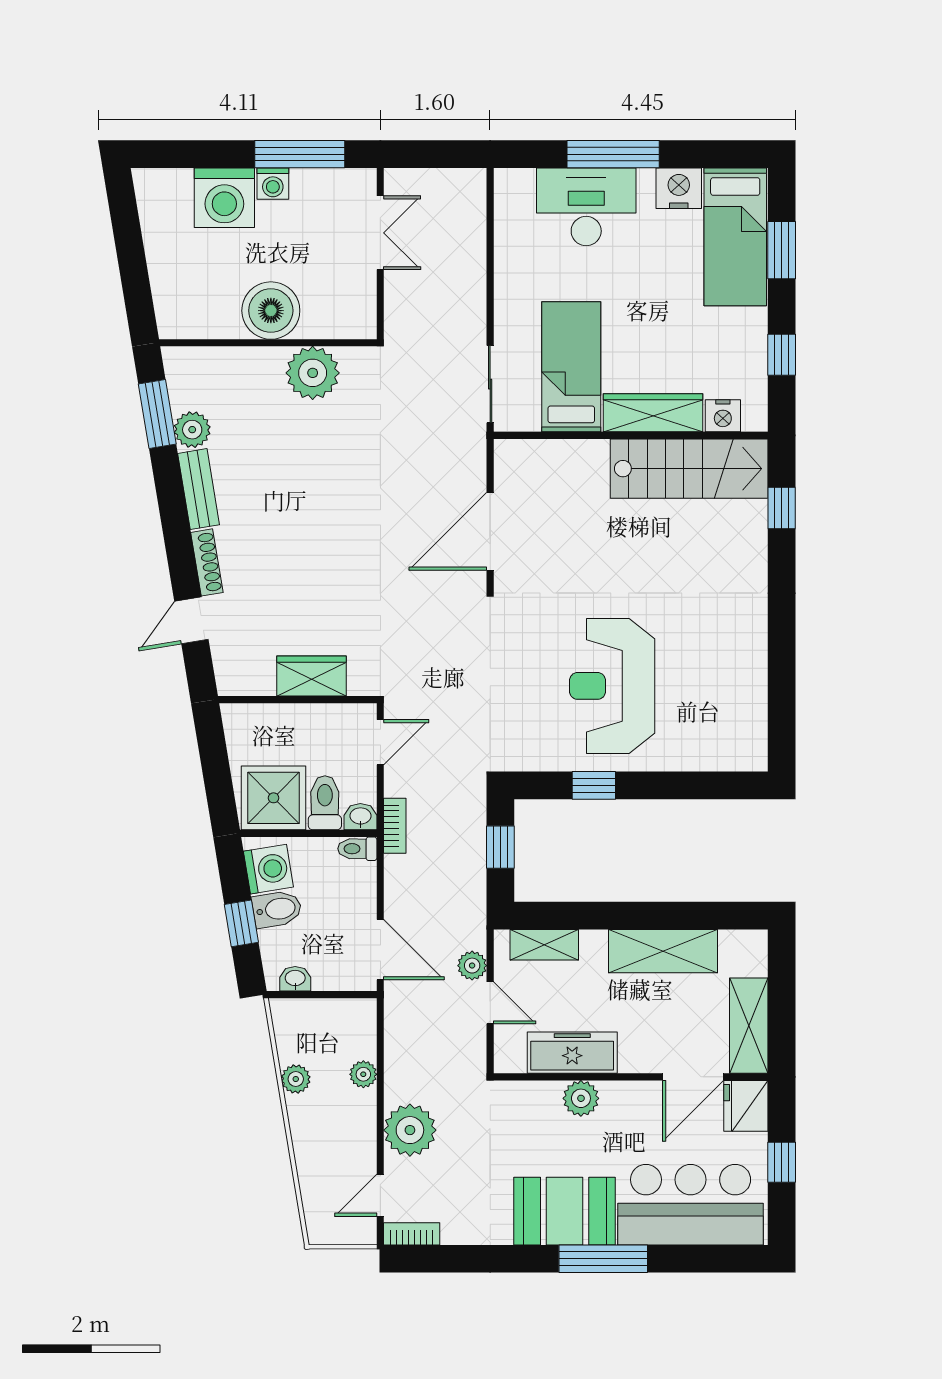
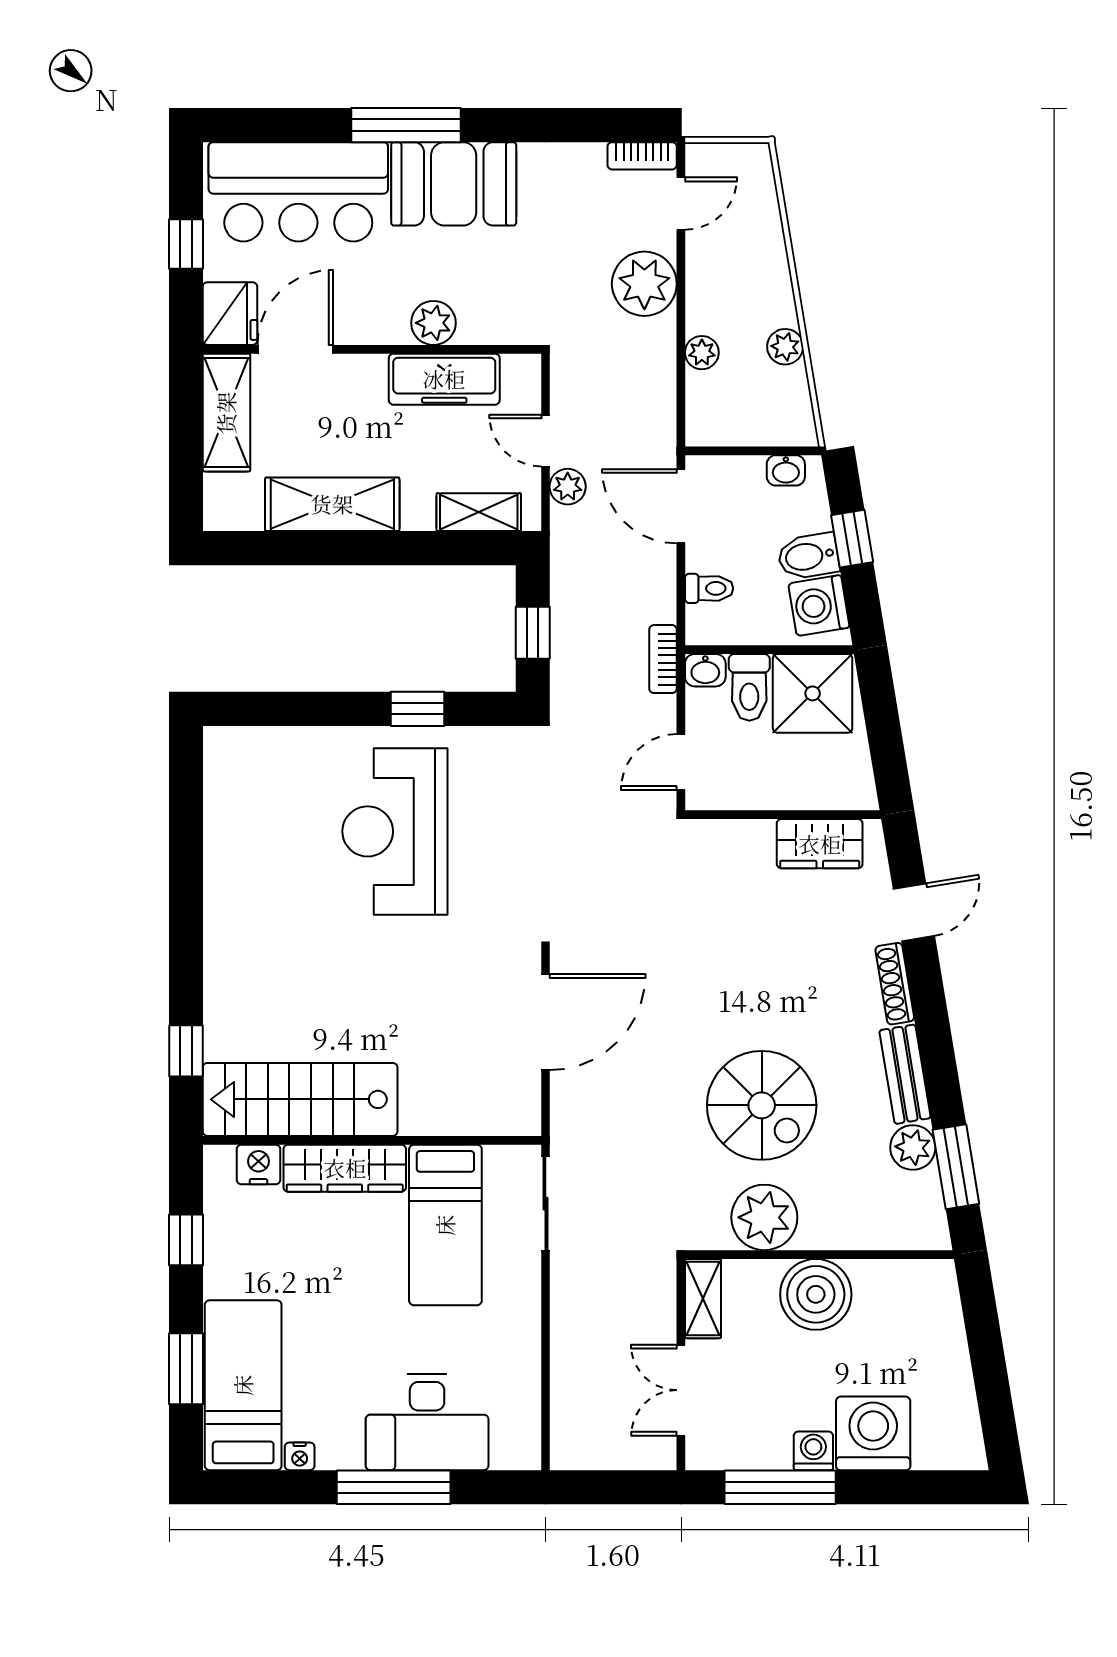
nightstand: (679, 188) -> (300, 1456), width x0.53, depth x0.56
shelving: (362, 307) -> (703, 1299), added
spiral stairs: (315, 464) -> (762, 1105), added
wardrobe: (311, 676) -> (820, 844), moved
reception desk: (612, 686) -> (395, 831), turned 180
toilet: (357, 849) -> (709, 588), moved

